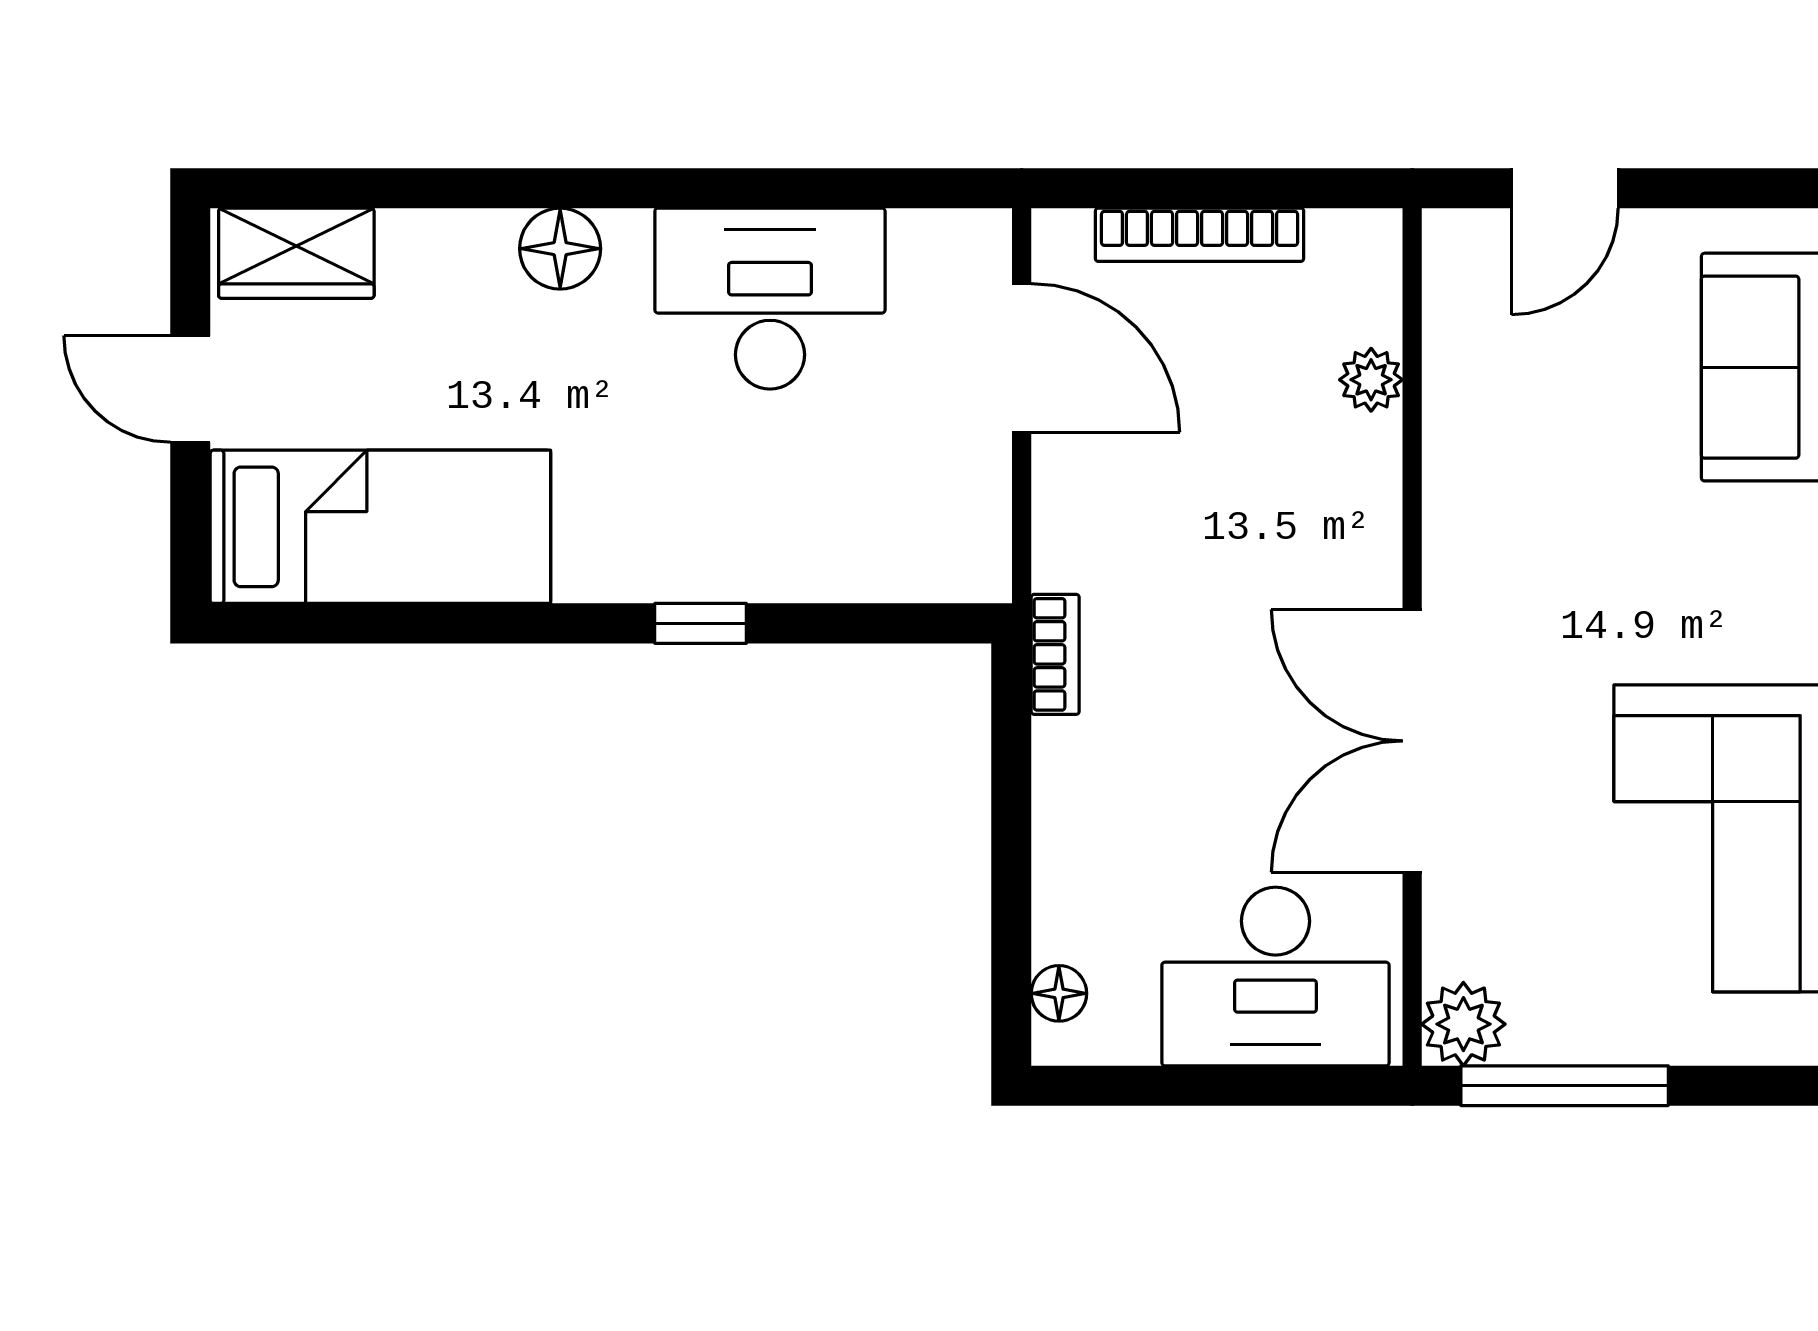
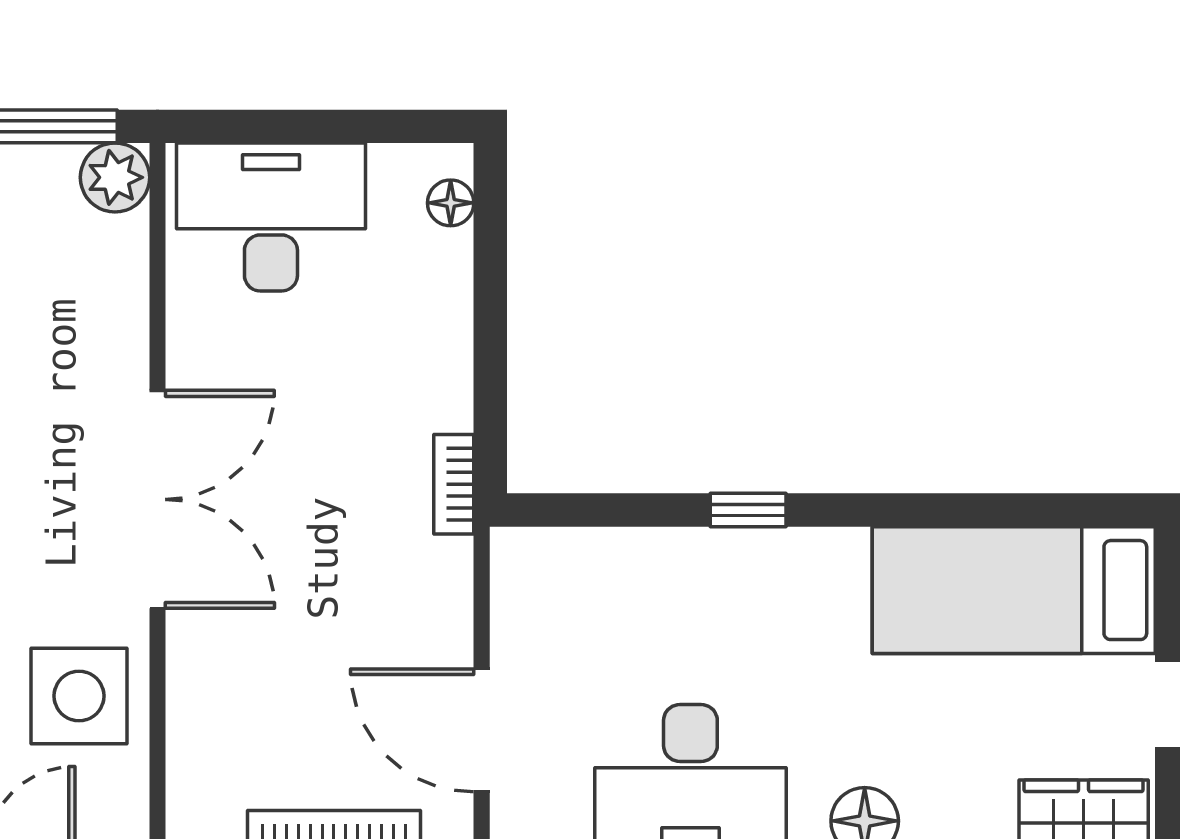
plant: (1371, 380) -> (192, 712), removed
side table: (1507, 399) -> (79, 696), added
double door: (1412, 741) -> (158, 499), moved

